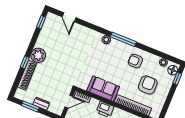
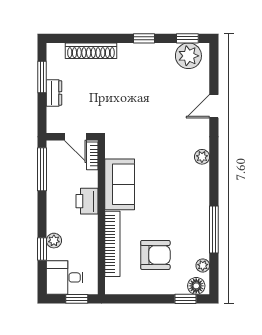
door: (69, 17) -> (214, 106), moved
window: (123, 39) -> (214, 230), moved
plant: (38, 55) -> (188, 56), moved
armchair: (135, 61) -> (186, 219), removed
window: (25, 62) -> (144, 38), moved

